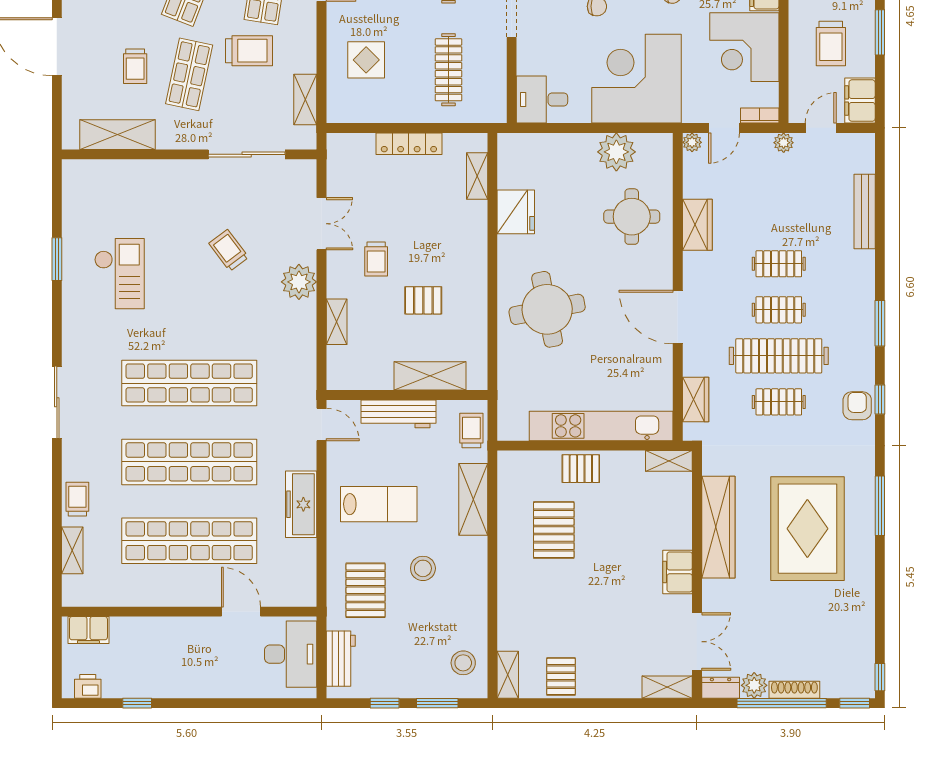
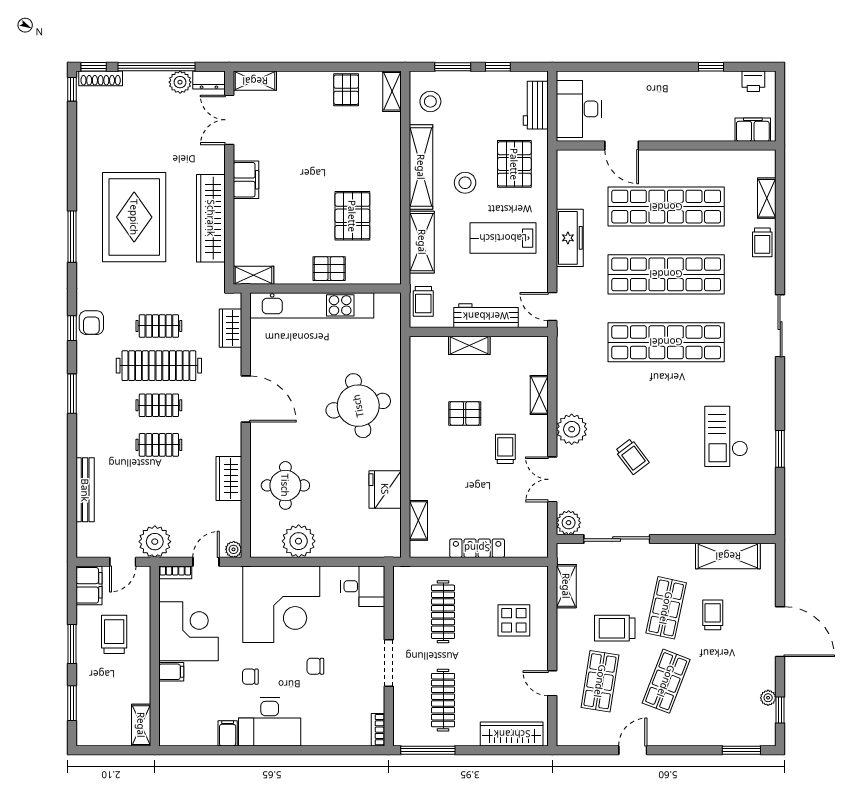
plant: (784, 143) -> (155, 542), width x1.88, depth x1.88
plant: (303, 173) -> (569, 523), added
shelving: (430, 376) -> (469, 345), width x0.67, depth x0.75
shelving: (474, 587) -> (421, 167), added
shoe rack: (794, 690) -> (101, 78), moved

